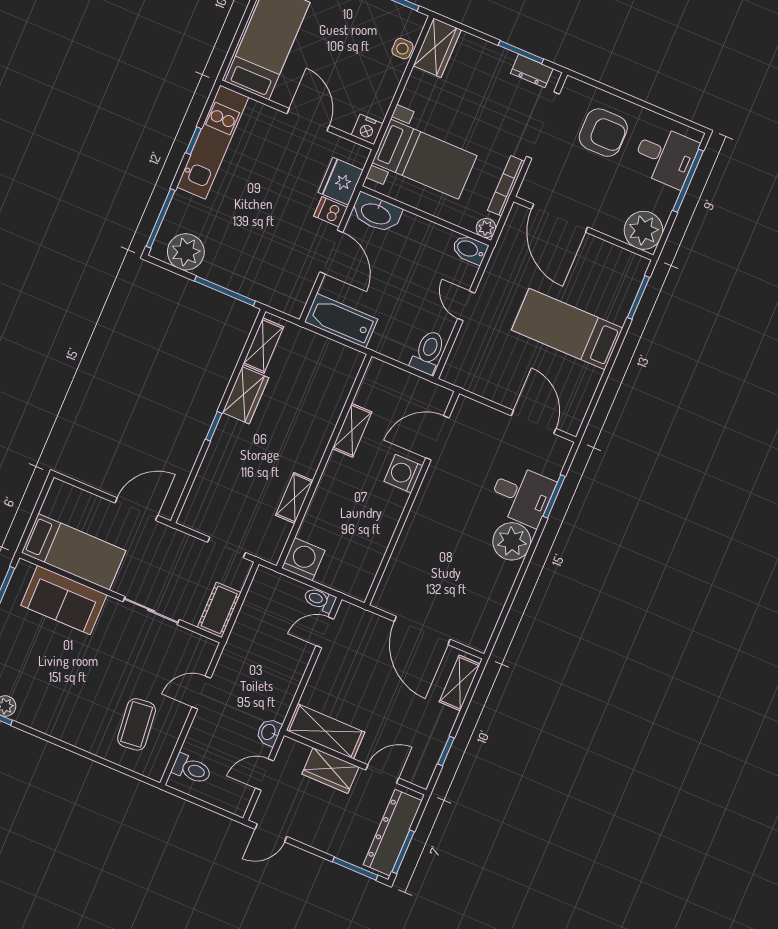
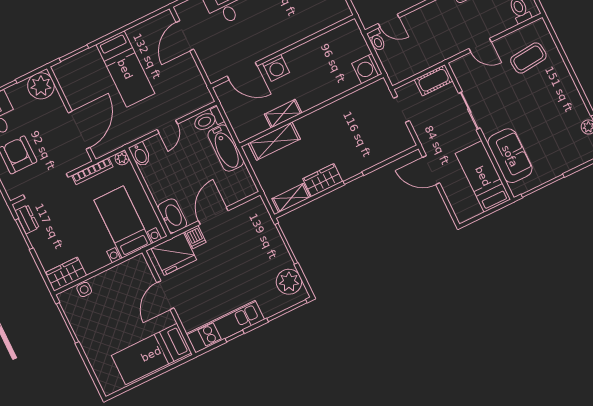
nightstand: (367, 129) -> (139, 263), removed
fridge: (341, 181) -> (174, 254), width x1.36, depth x1.34
bathtub: (341, 321) -> (226, 148), moved
shelving: (294, 498) -> (274, 141), moved, width x1.50, depth x1.33

